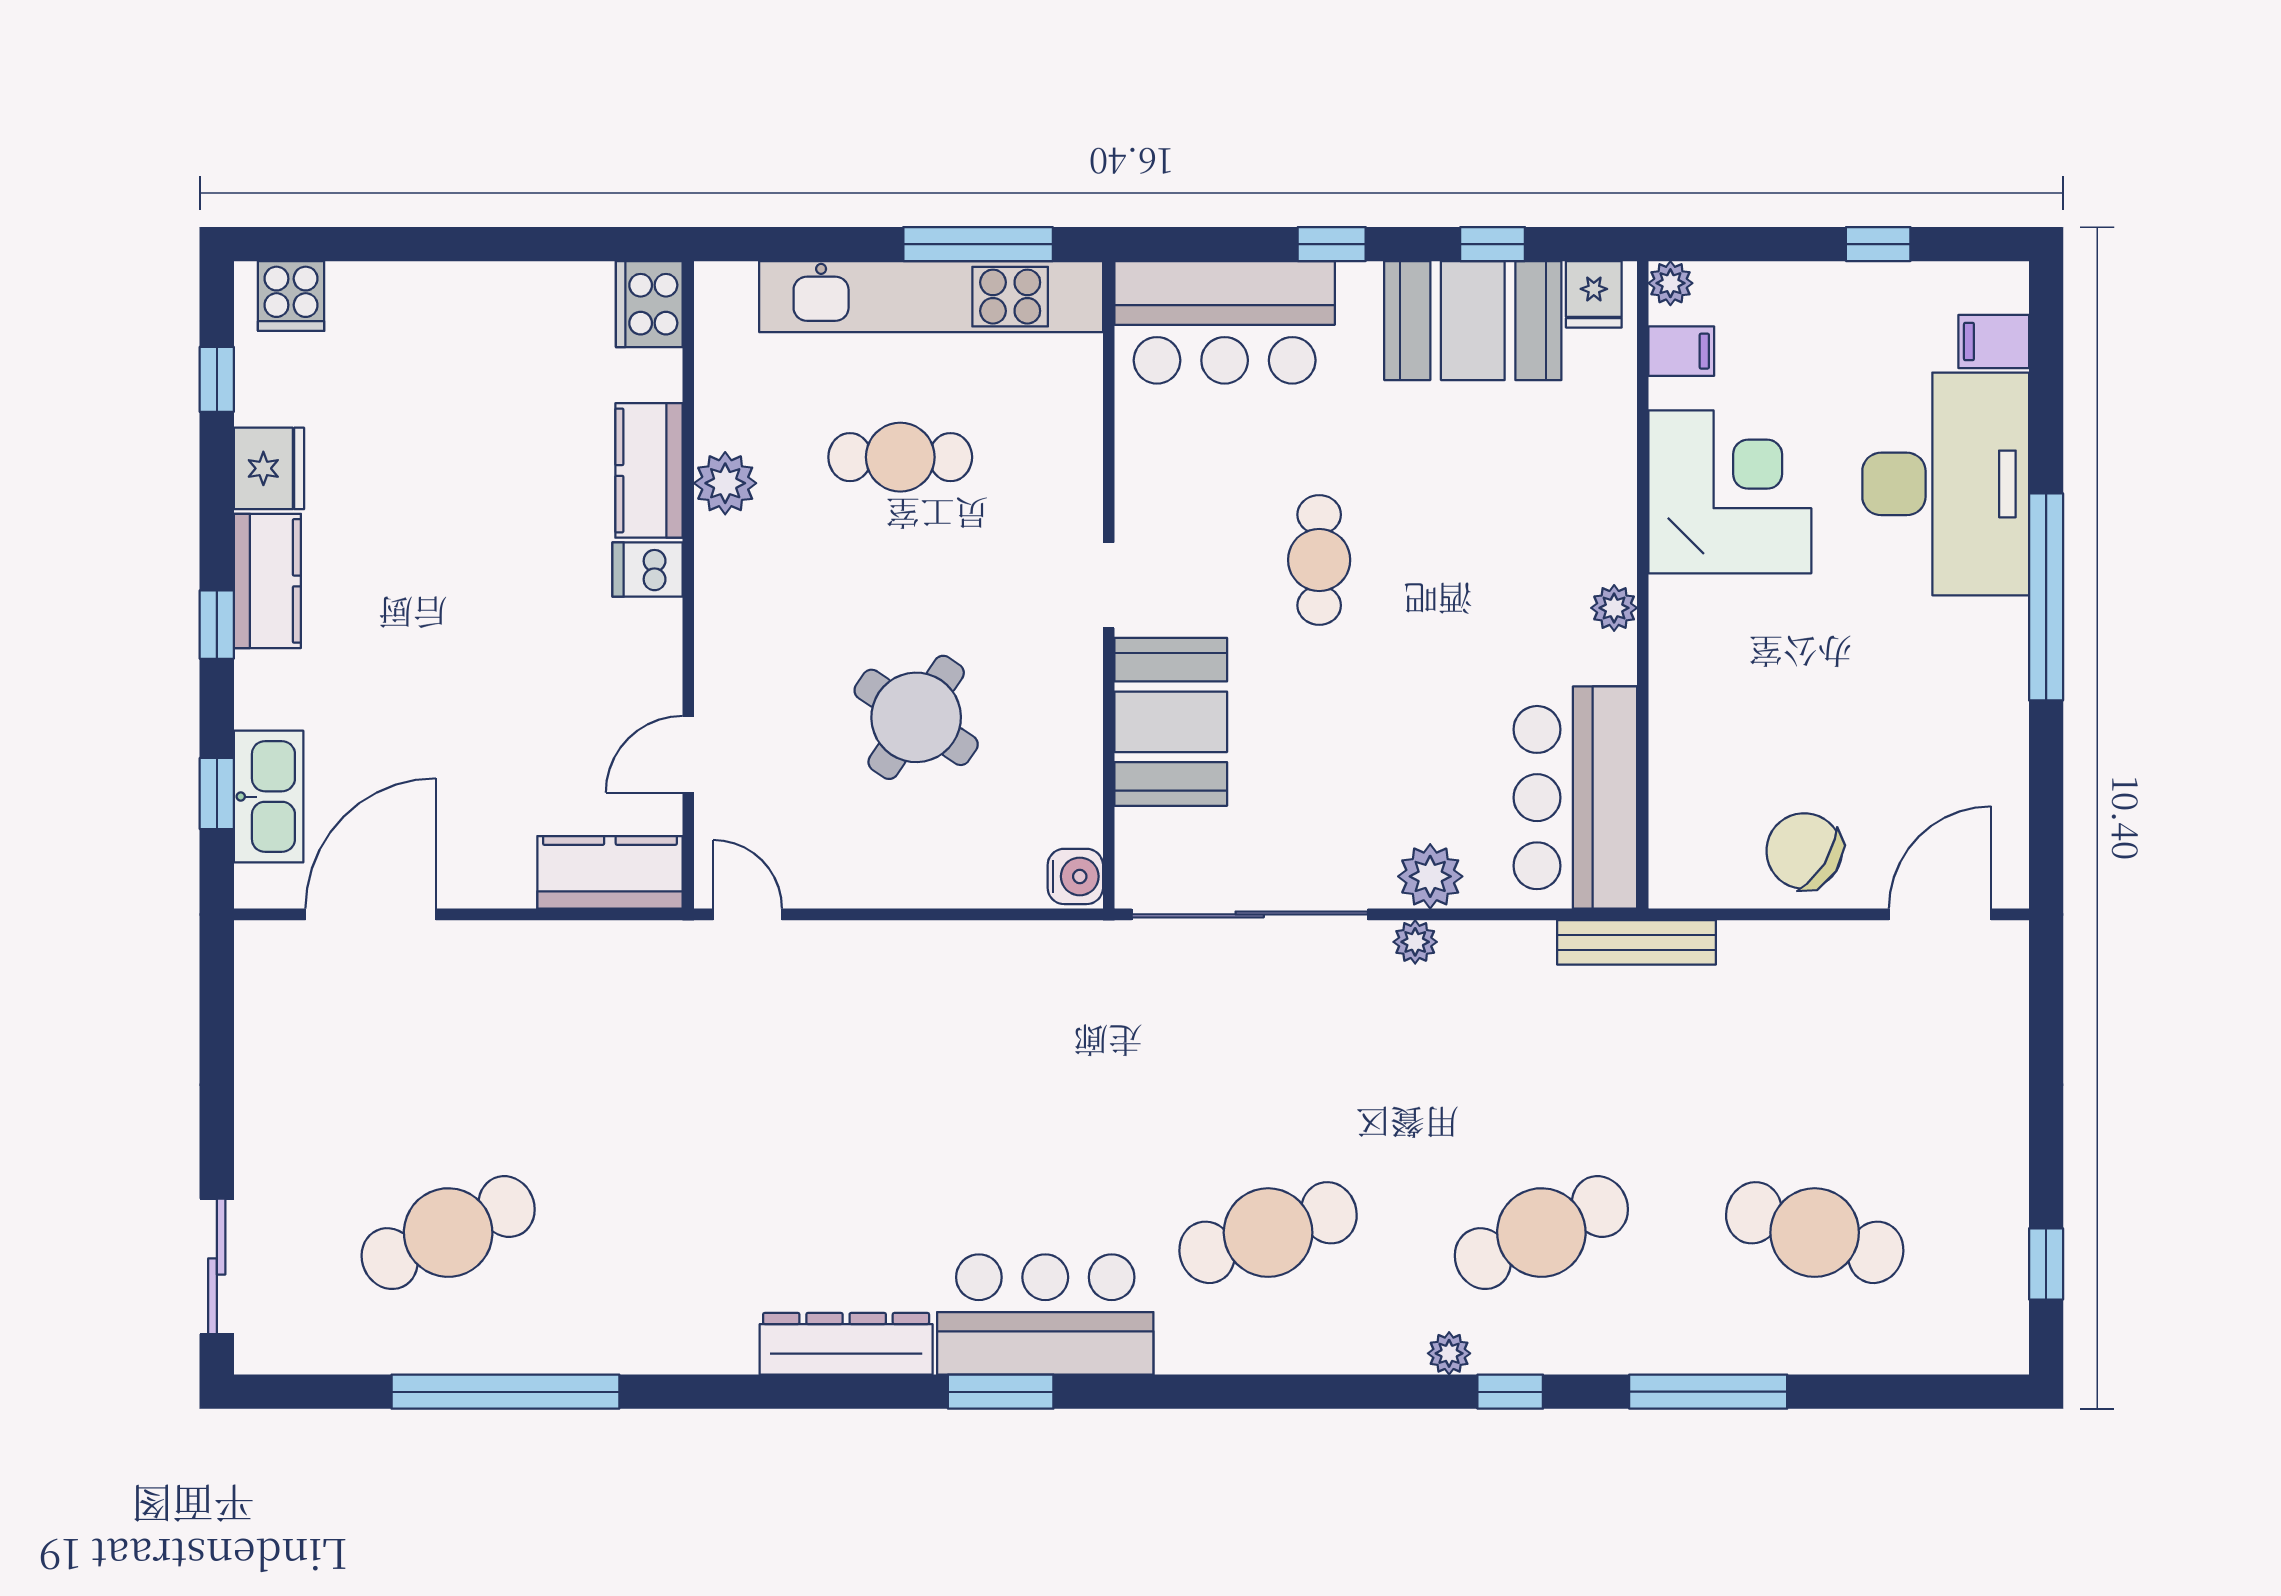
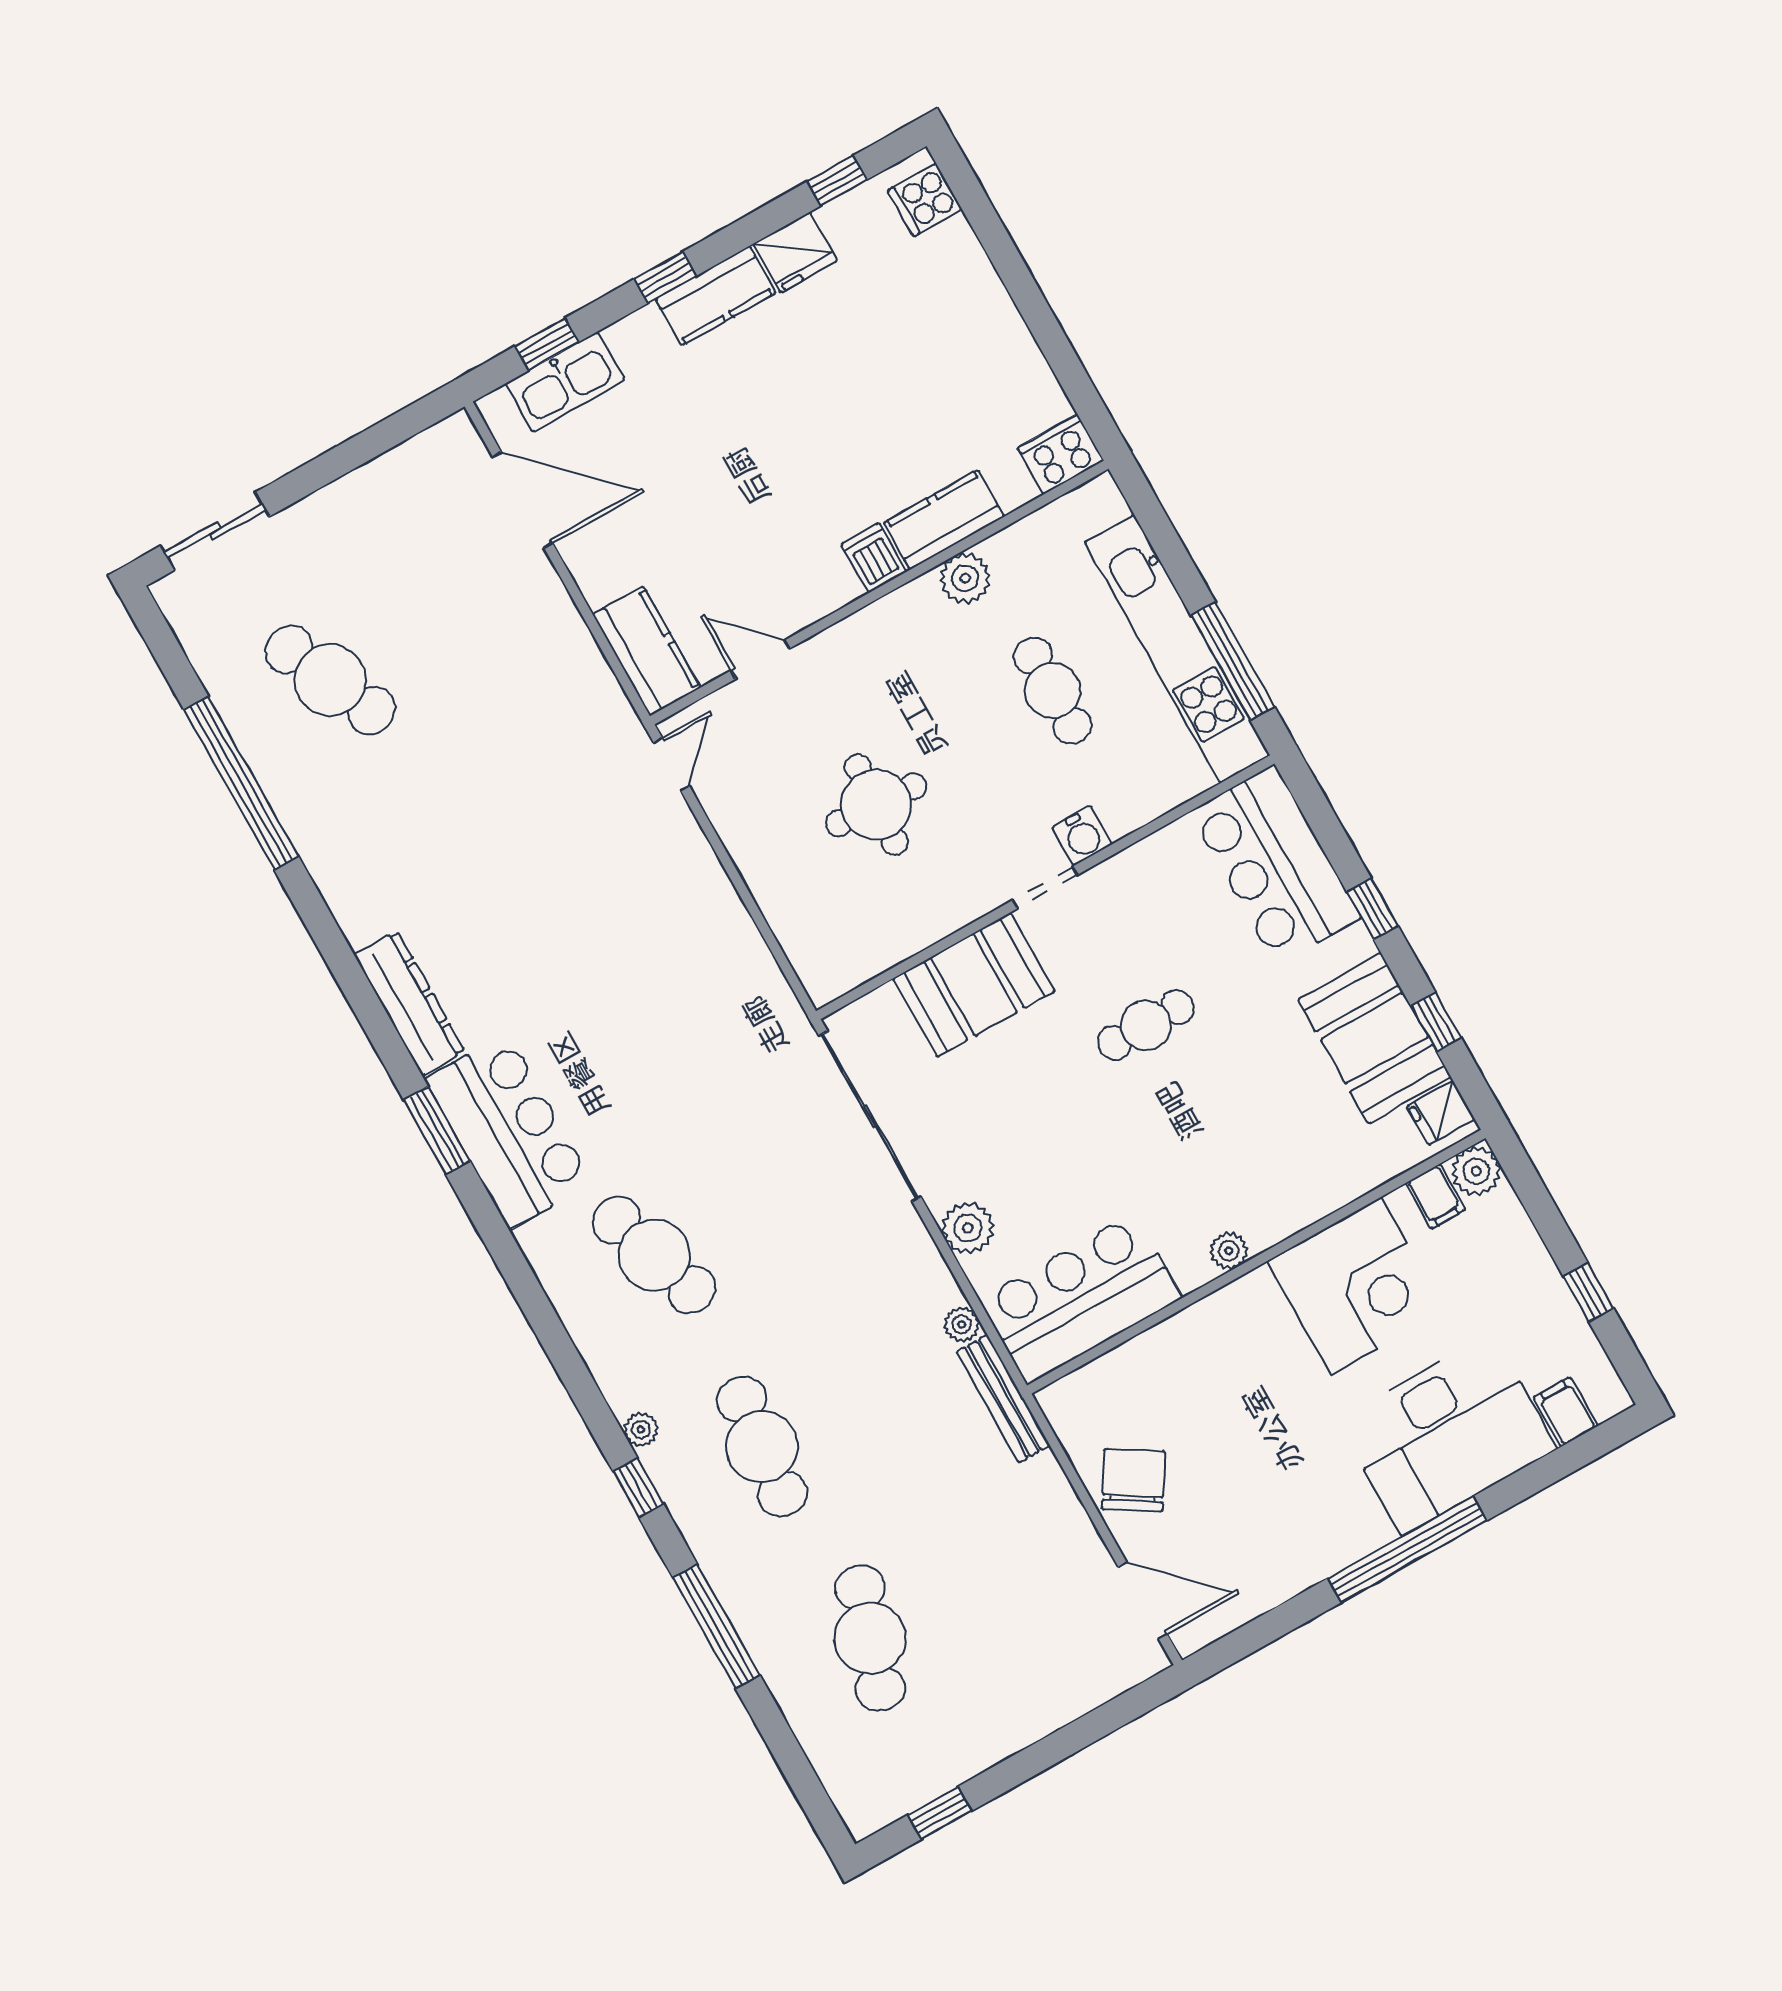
plant: (1670, 283) -> (1476, 1171), width x1.38, depth x1.38
round table: (916, 717) -> (876, 805), turned -31
water cooler: (1075, 876) -> (1082, 836), moved
plant: (1415, 942) -> (962, 1324), moved
cafe table: (1541, 1233) -> (762, 1447), turned 30

